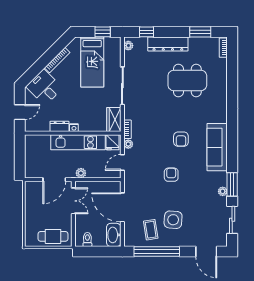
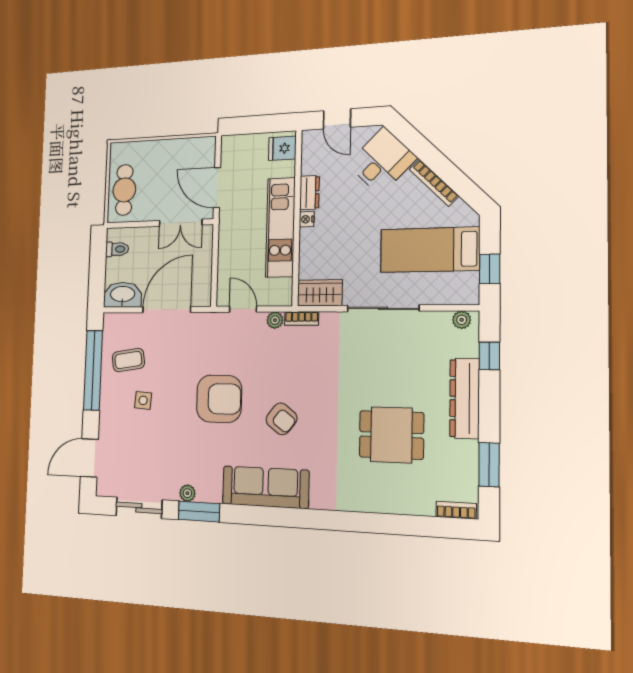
dining table: (187, 80) -> (391, 435), width x0.73
armchair: (181, 139) -> (282, 419), turned -142
fridge: (113, 142) -> (282, 148), moved
plant: (81, 173) -> (227, 235), removed
armchair: (171, 175) -> (219, 399), width x1.88, depth x1.88
side table: (173, 220) -> (143, 400), width x0.54, depth x0.54

